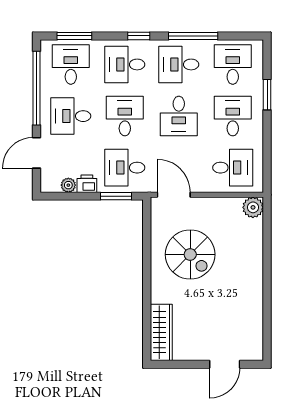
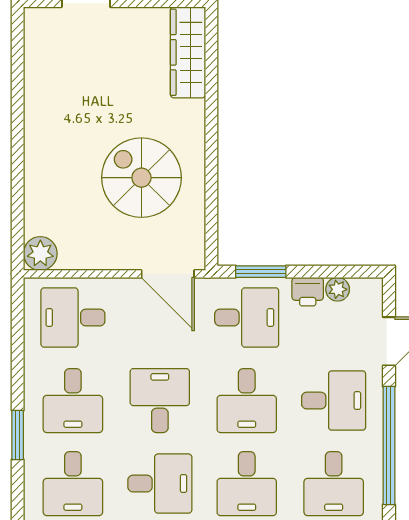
desk: (125, 64) -> (247, 484), turned 90

